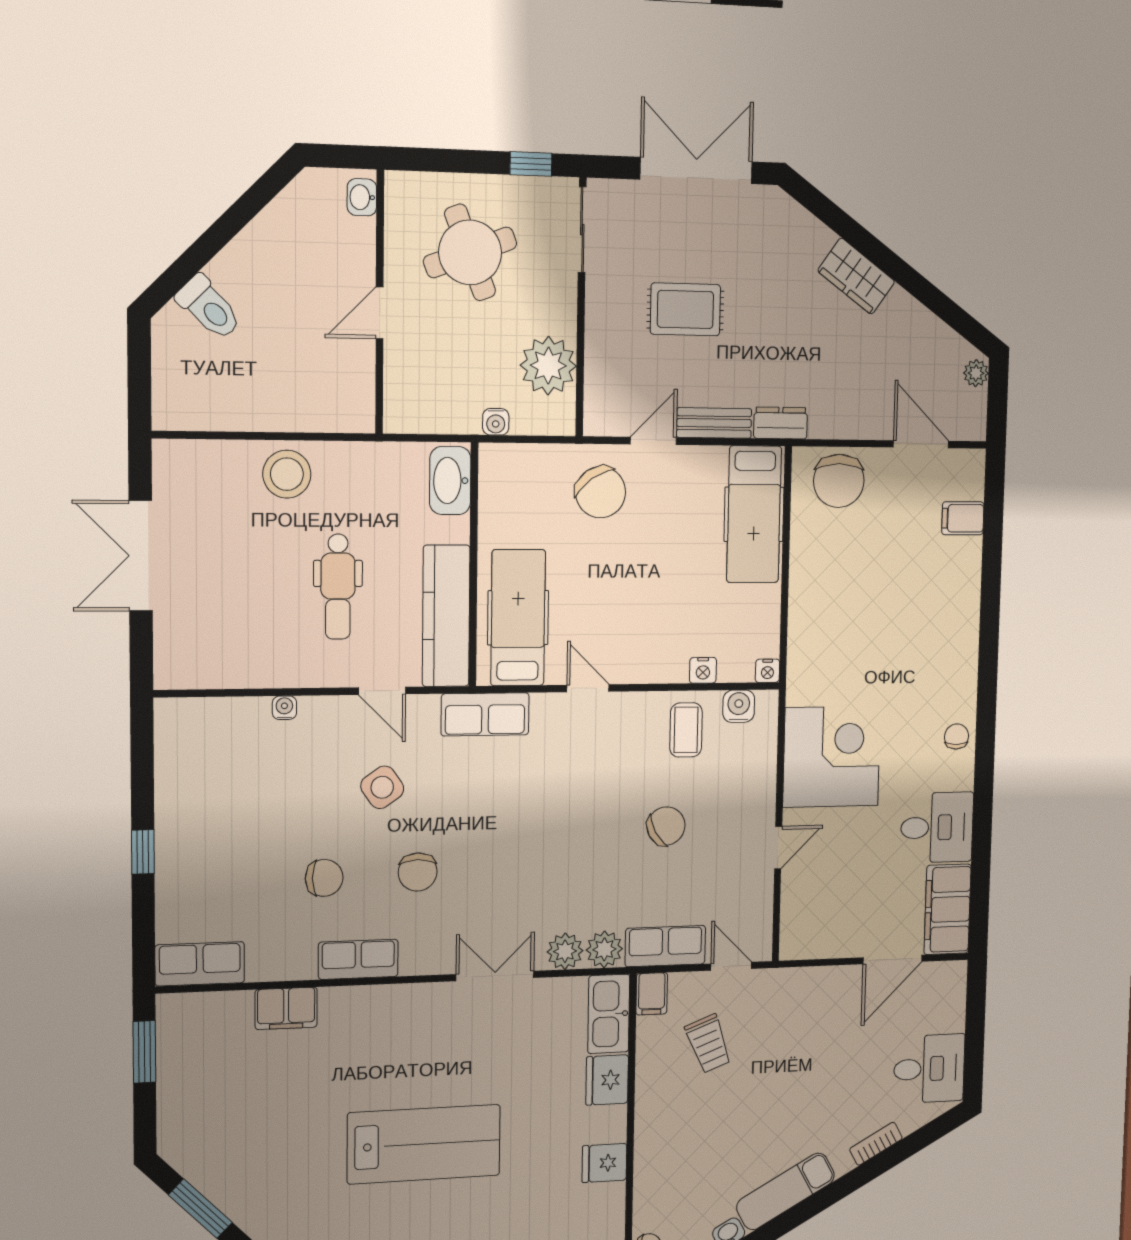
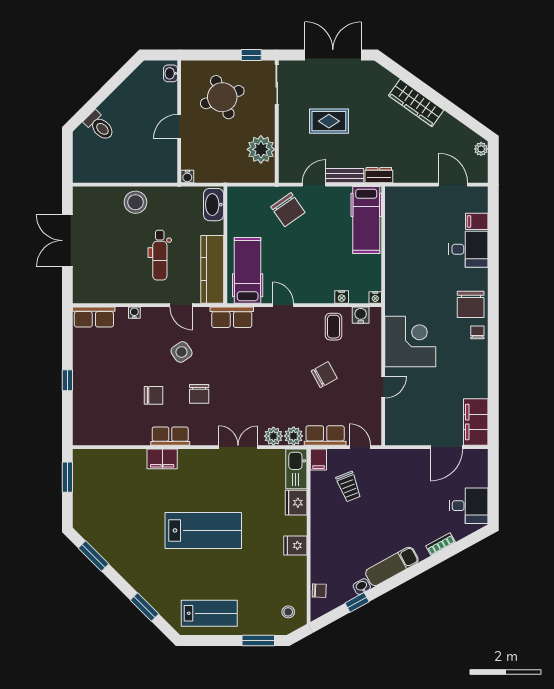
wardrobe: (856, 276) -> (416, 103), width x1.50
water cooler: (496, 422) -> (187, 176), moved
chair: (839, 481) -> (471, 304), moved
desk: (937, 827) -> (468, 249), moved
row of seats: (200, 964) -> (94, 317), moved, turned 180
filing cabinet: (286, 1008) -> (162, 459), moved

